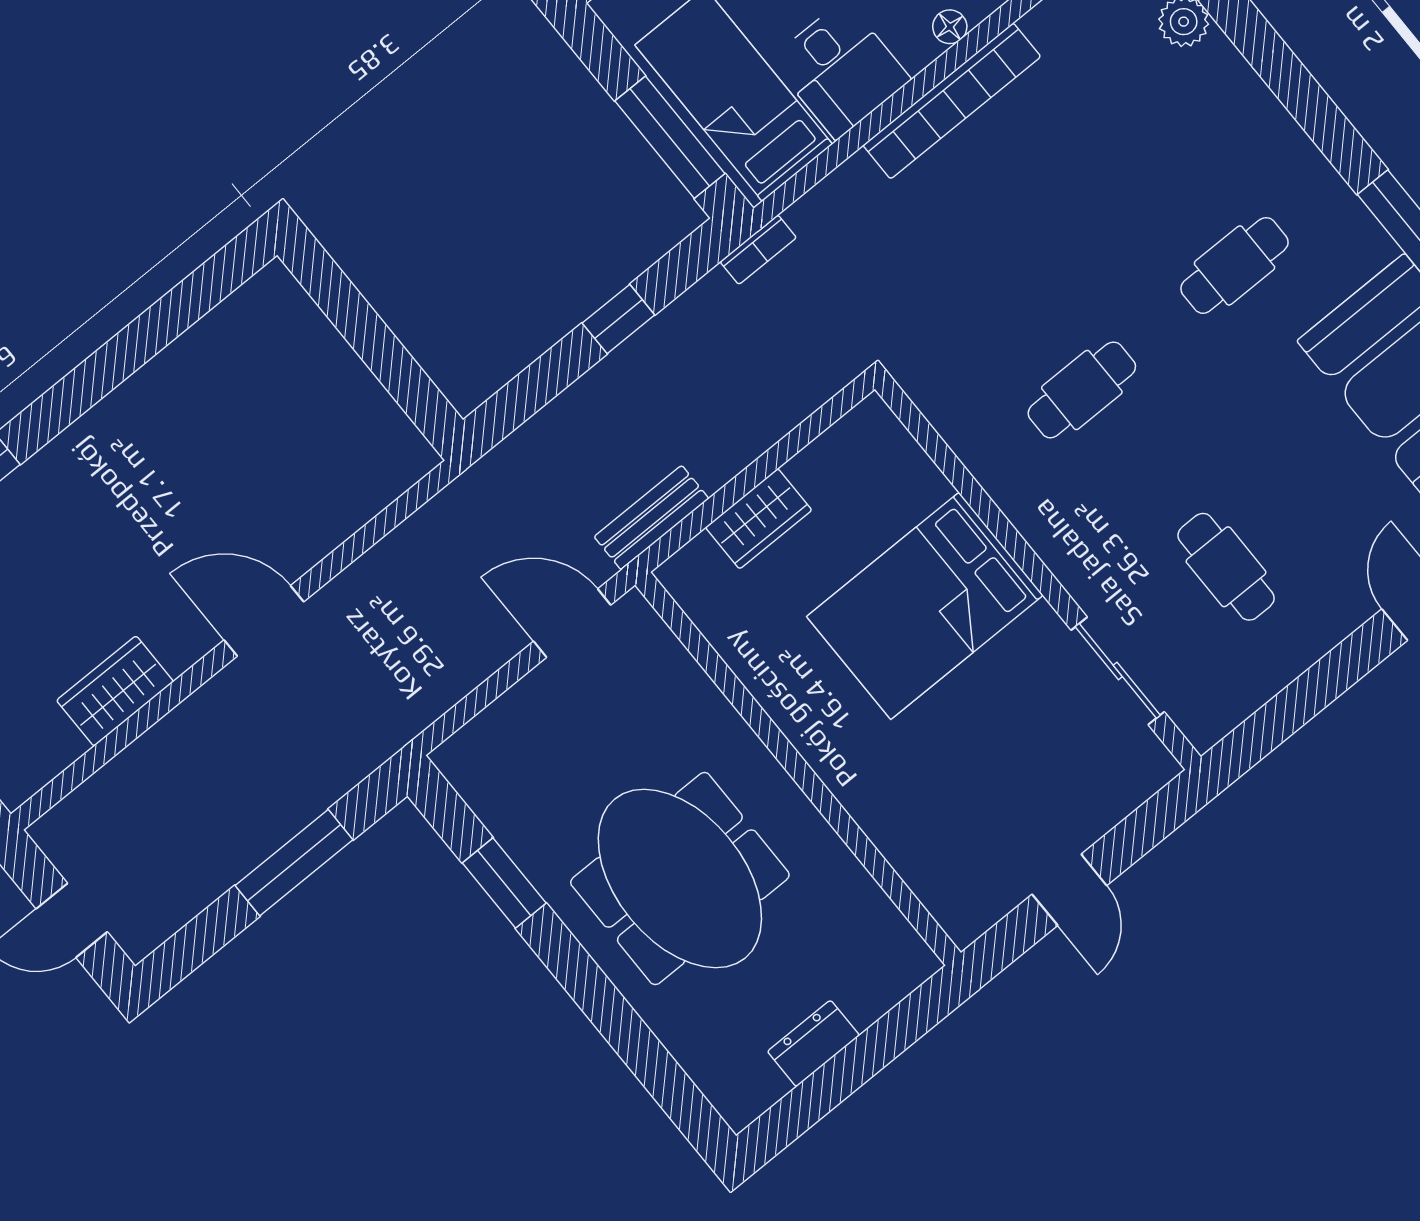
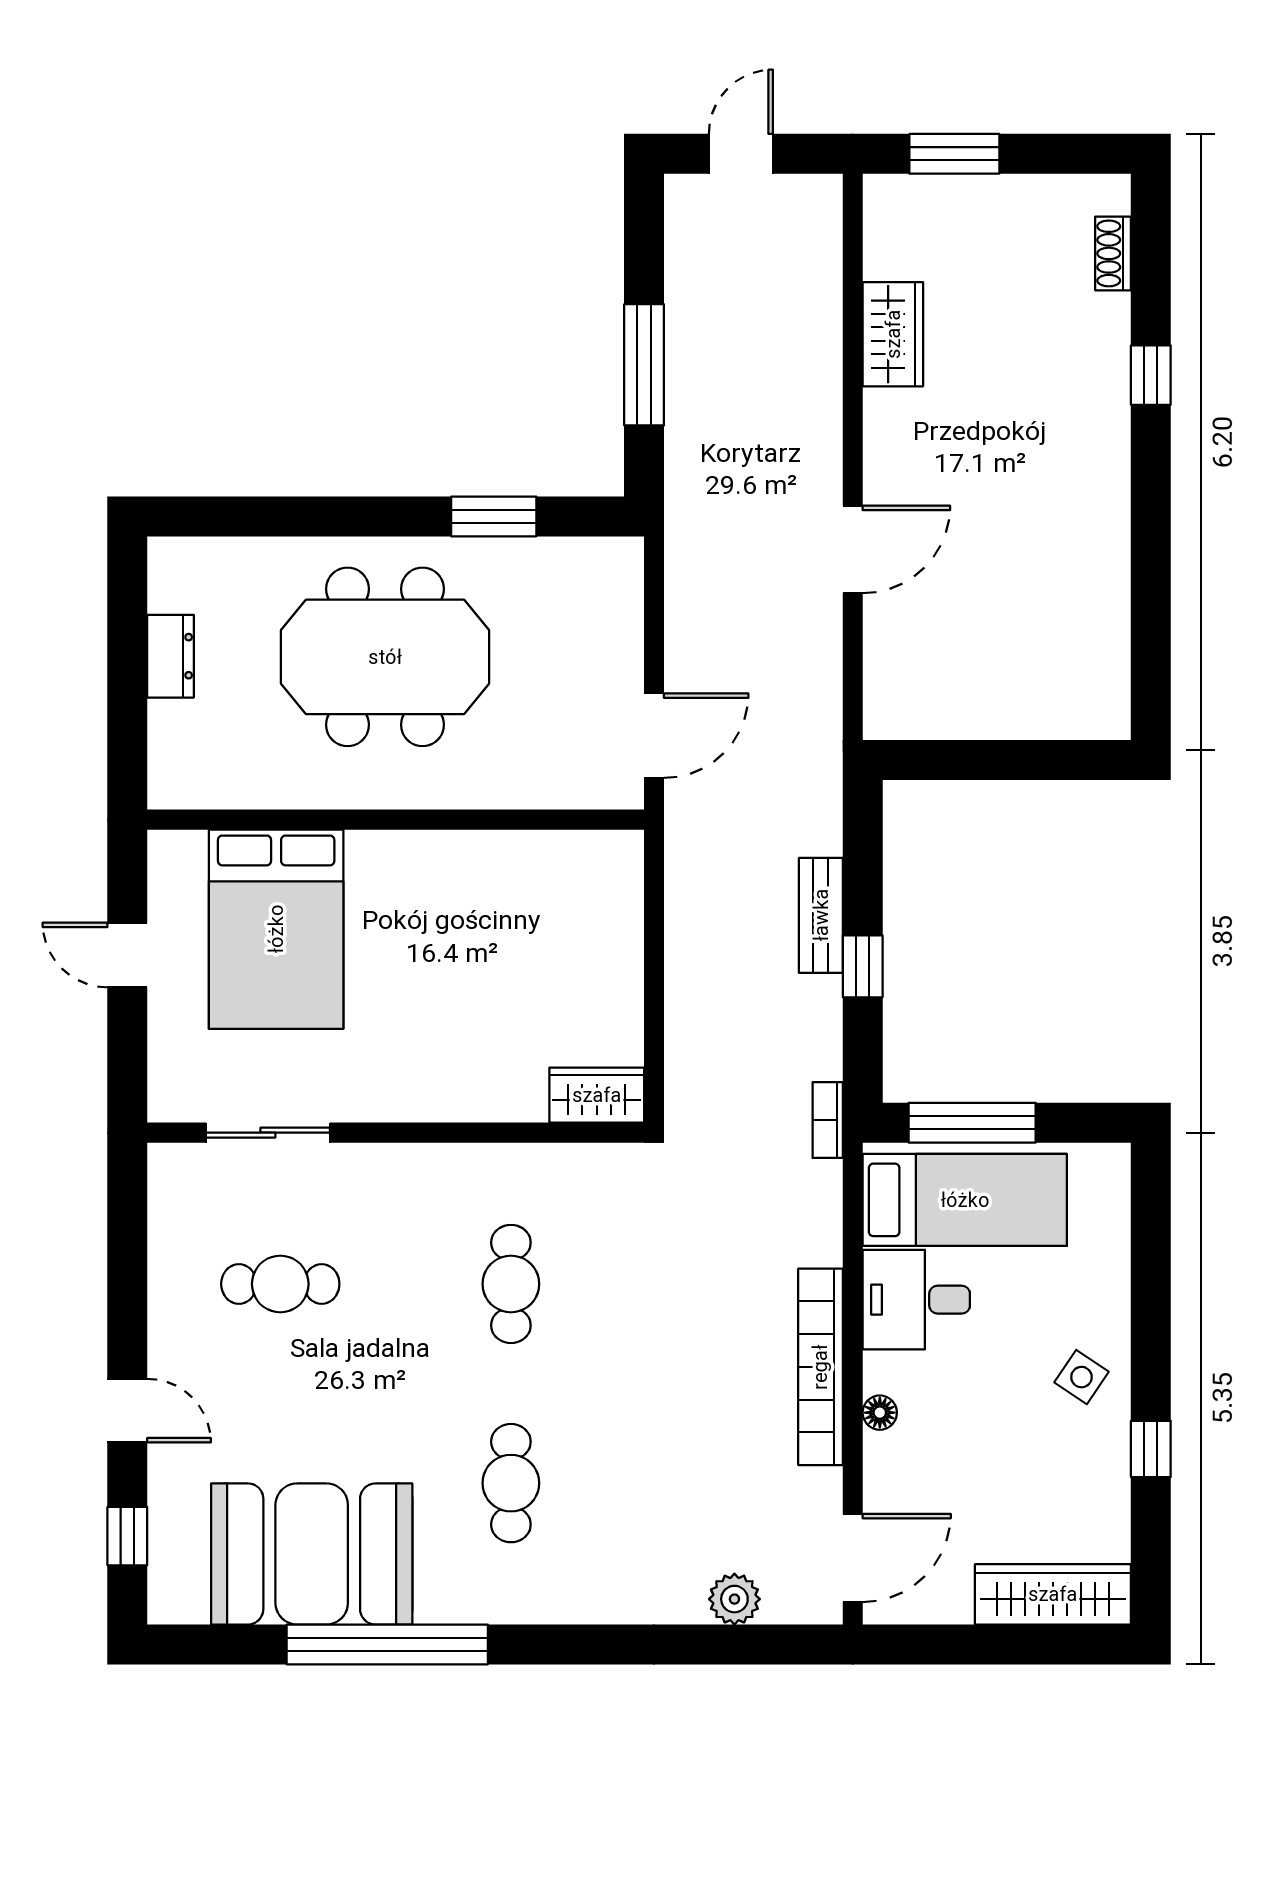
bench: (651, 518) -> (821, 915), moved
wardrobe: (759, 519) -> (597, 1095), moved, turned 90
bed: (925, 606) -> (276, 929), moved, turned 180
door: (264, 621) -> (853, 549), moved

